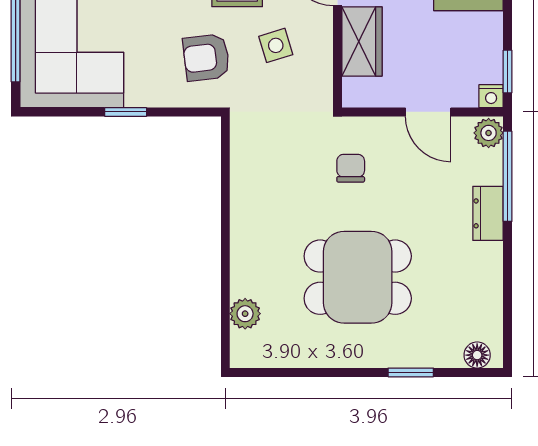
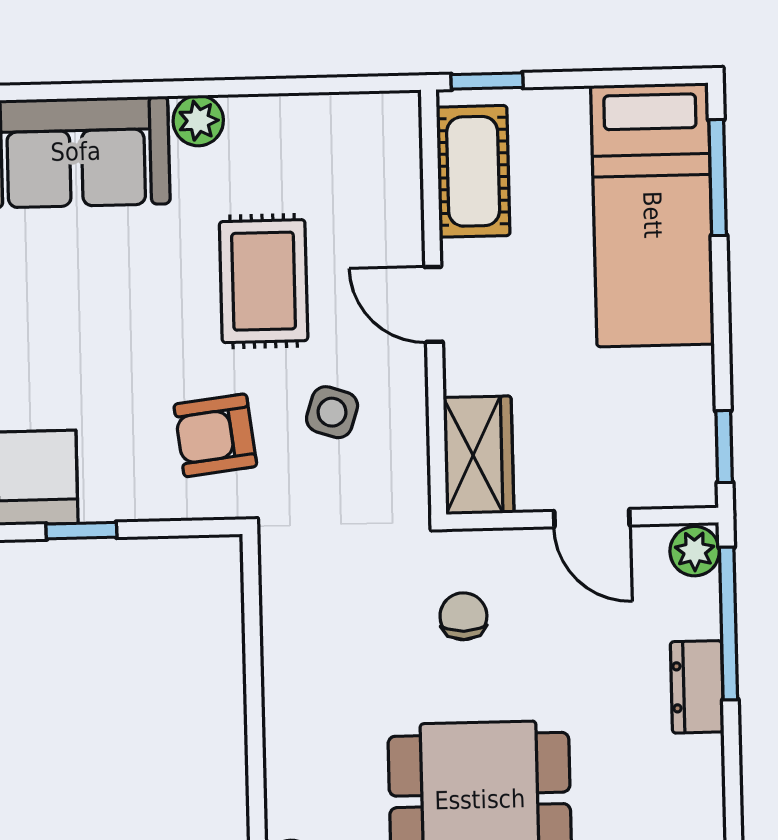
wardrobe: (362, 41) -> (479, 455), moved
side table: (276, 45) -> (332, 412), turned 35
nightstand: (491, 96) -> (697, 489), removed

